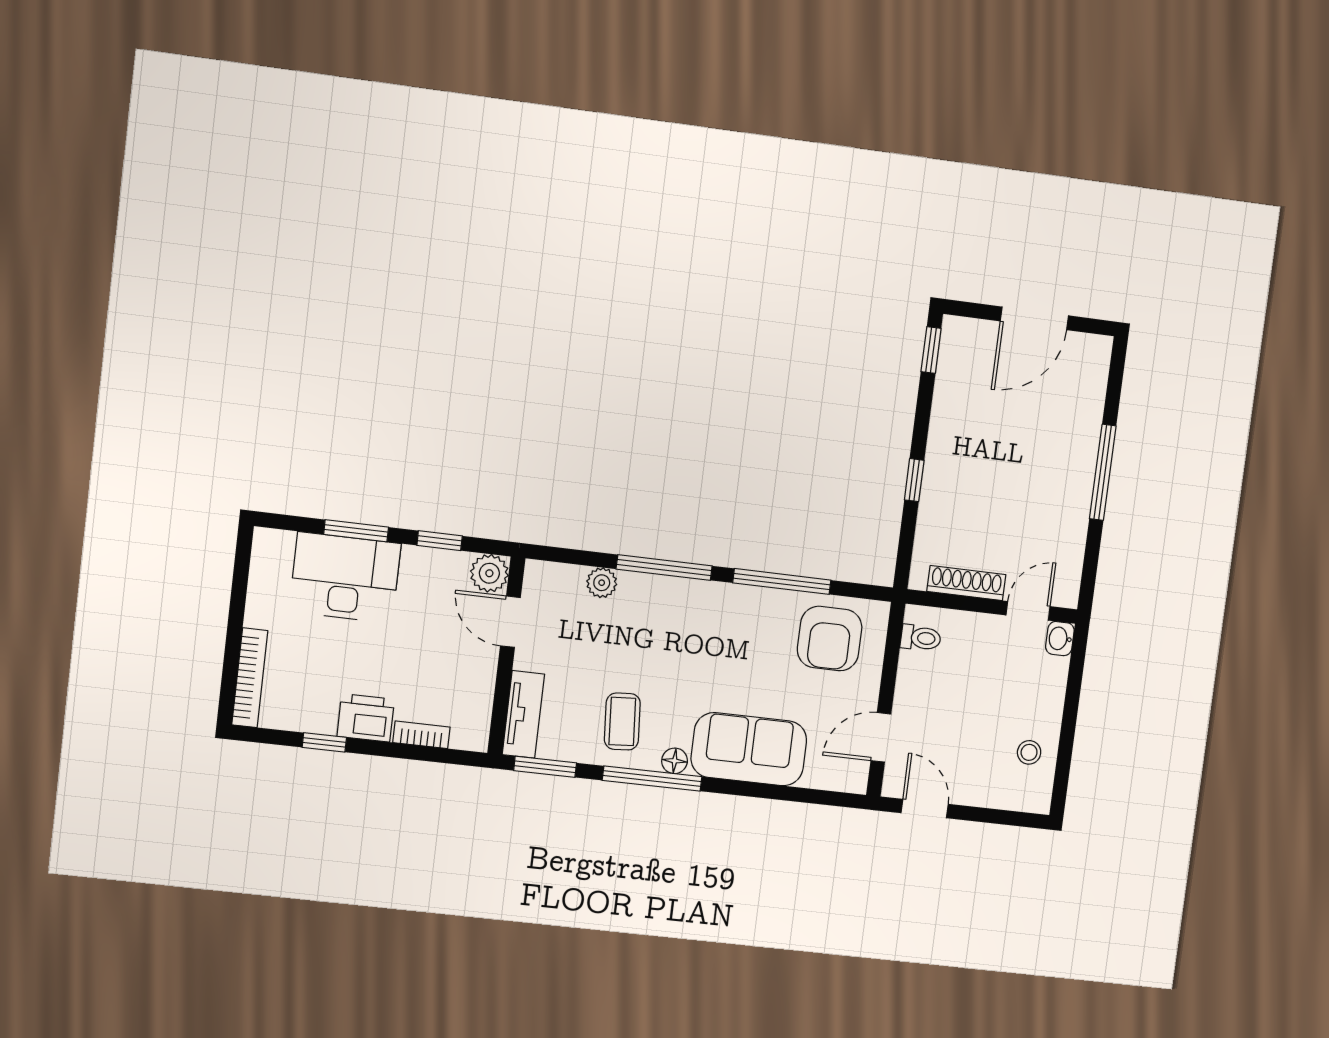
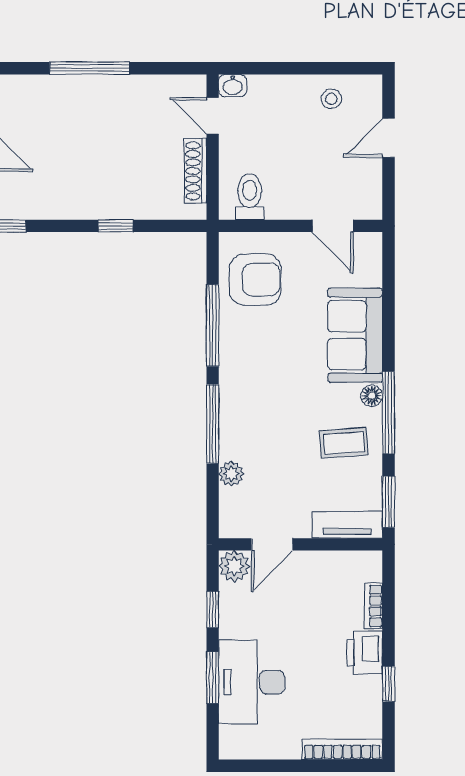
toilet: (921, 638) -> (250, 197), width x1.37, depth x1.39
door: (925, 809) -> (389, 138), moved

